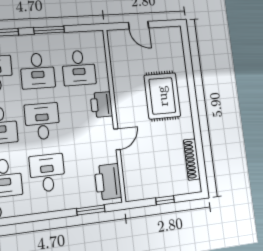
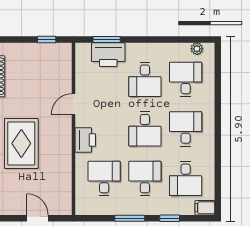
printer: (108, 182) -> (108, 55), moved, turned 90
window: (165, 200) -> (47, 39), moved

